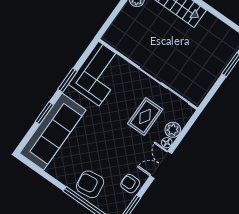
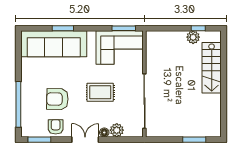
window: (68, 80) -> (124, 28), moved
rug: (145, 116) -> (100, 92), moved
armchair: (90, 184) -> (57, 99), moved, turned -81

